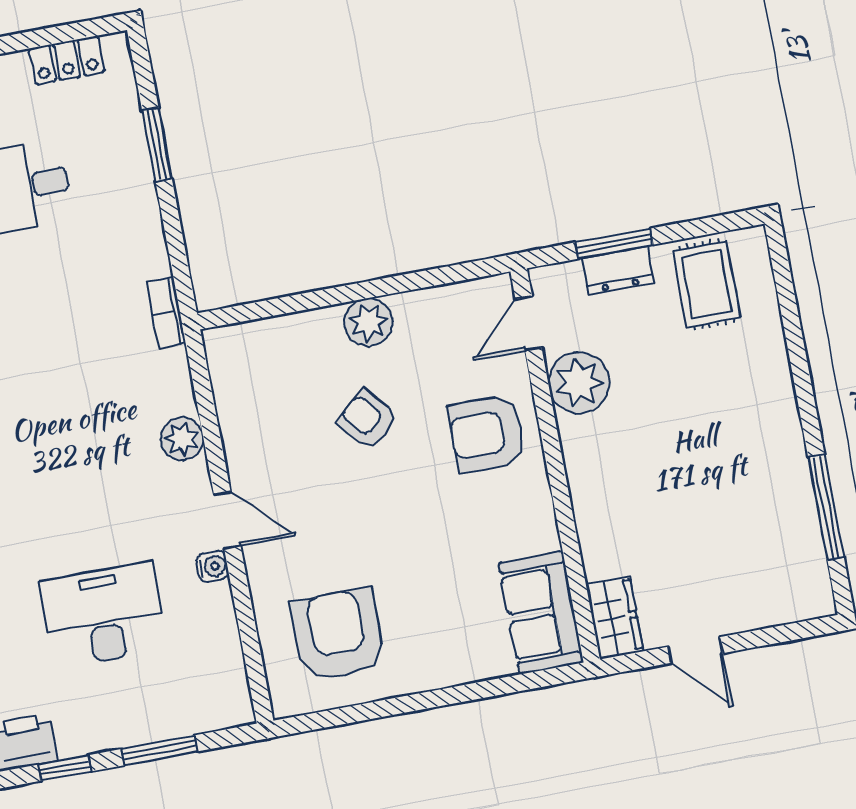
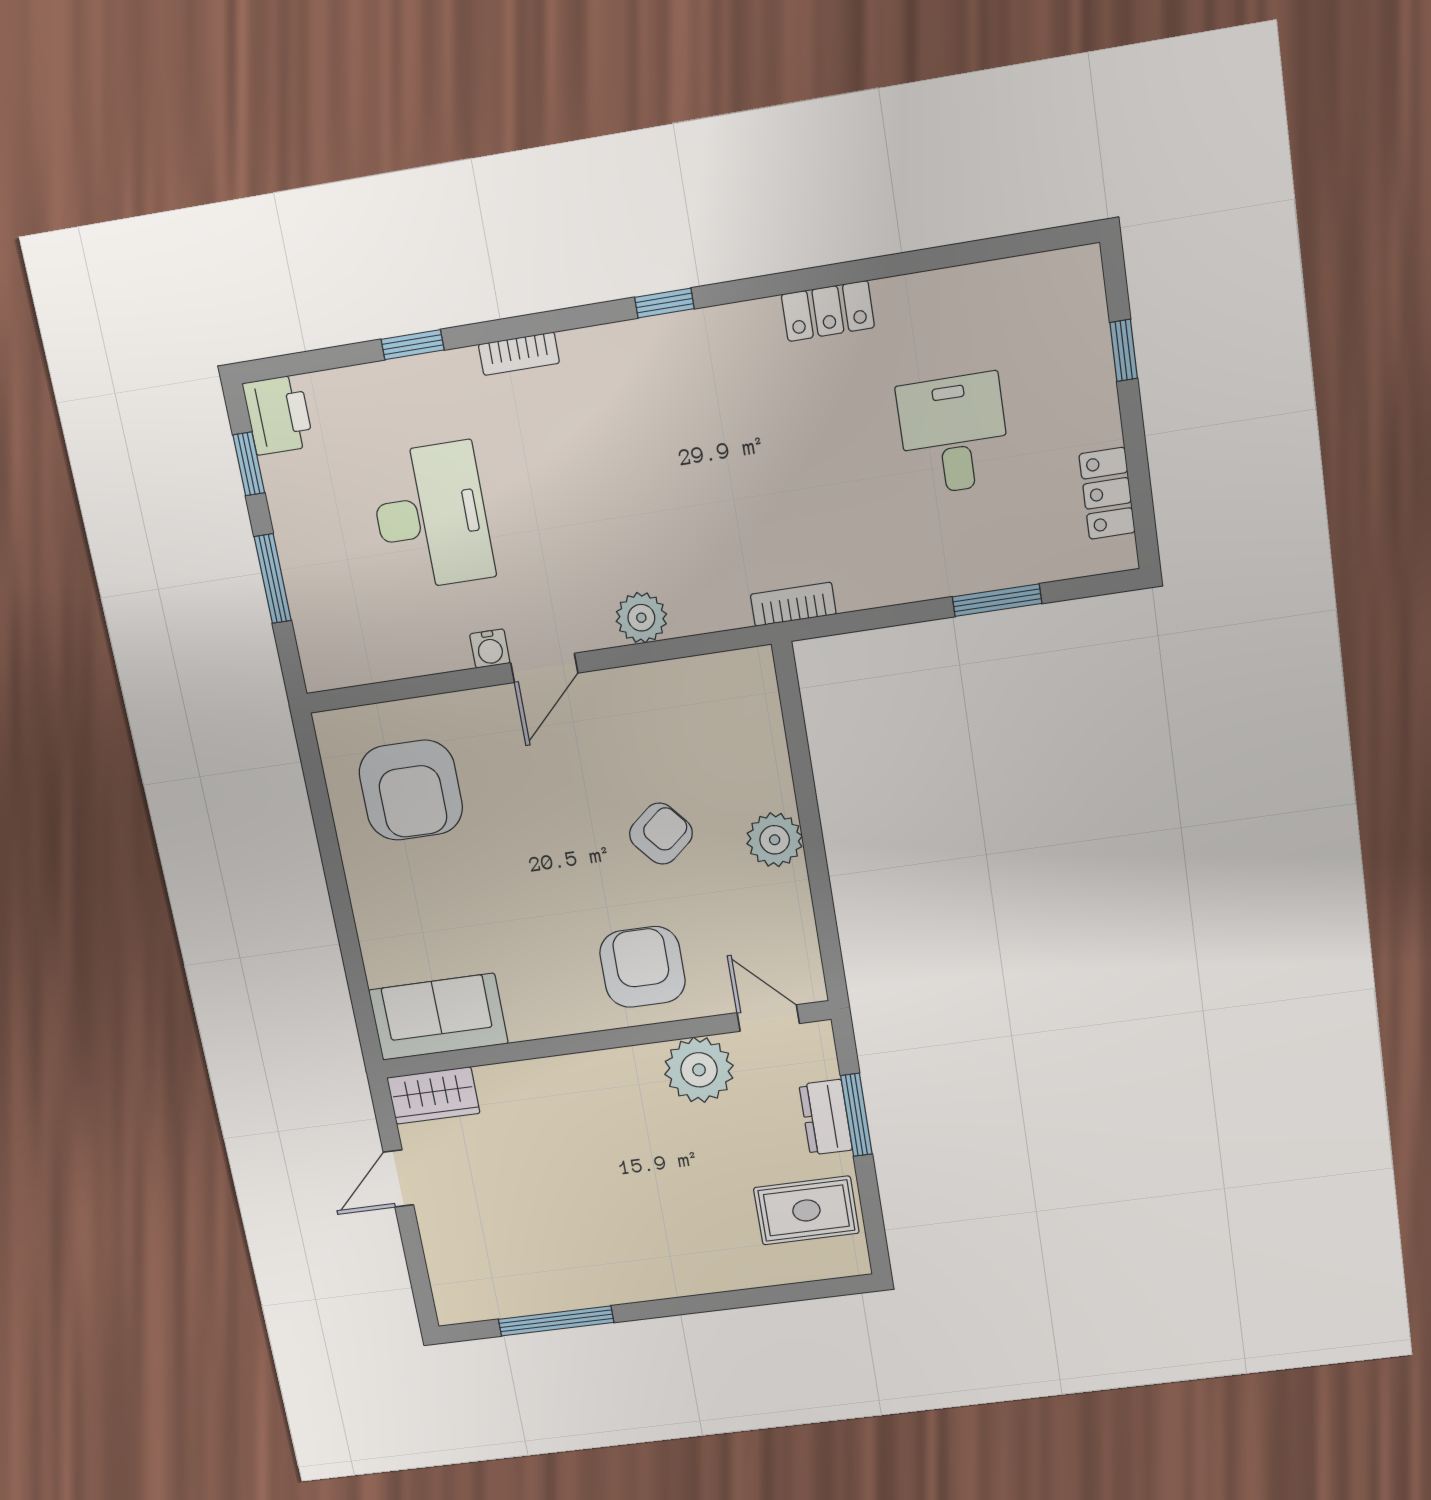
armchair: (338, 635) -> (411, 790), turned 90

